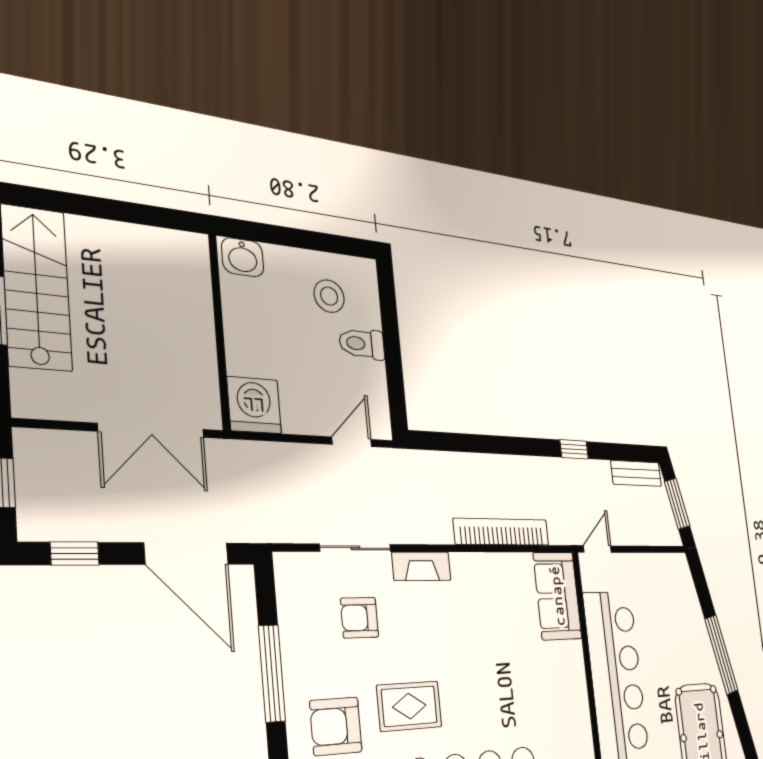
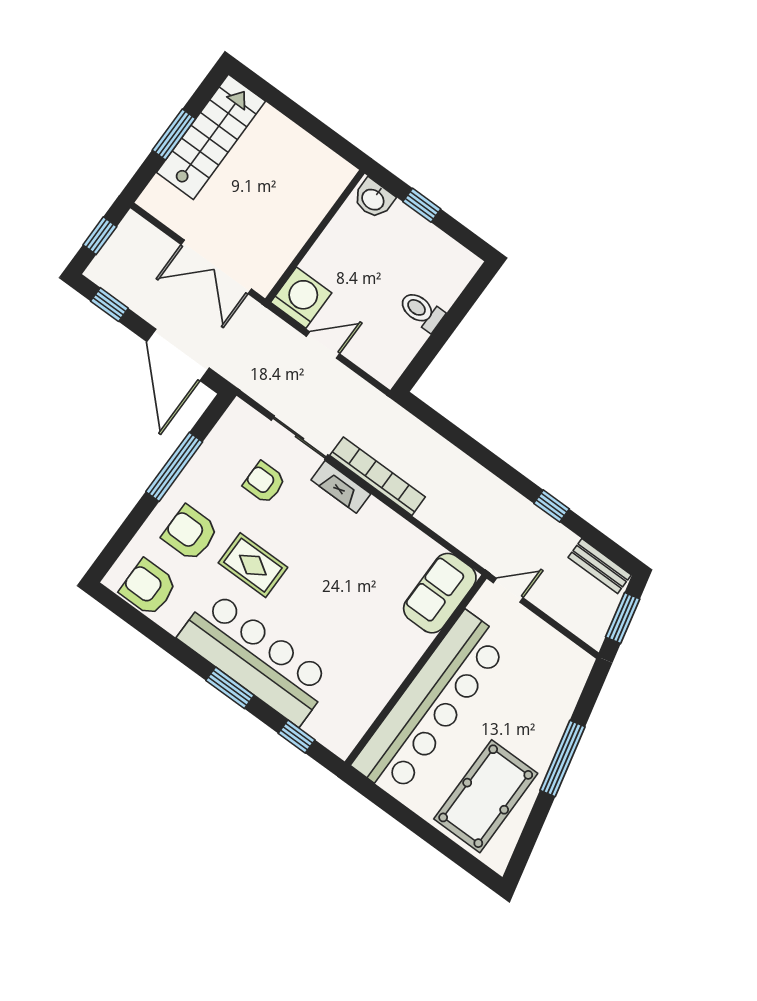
window: (288, 237) -> (422, 205), added
stool: (329, 296) -> (422, 263), removed
door: (352, 442) -> (323, 345), moved
bookcase: (502, 532) -> (378, 476), moved

